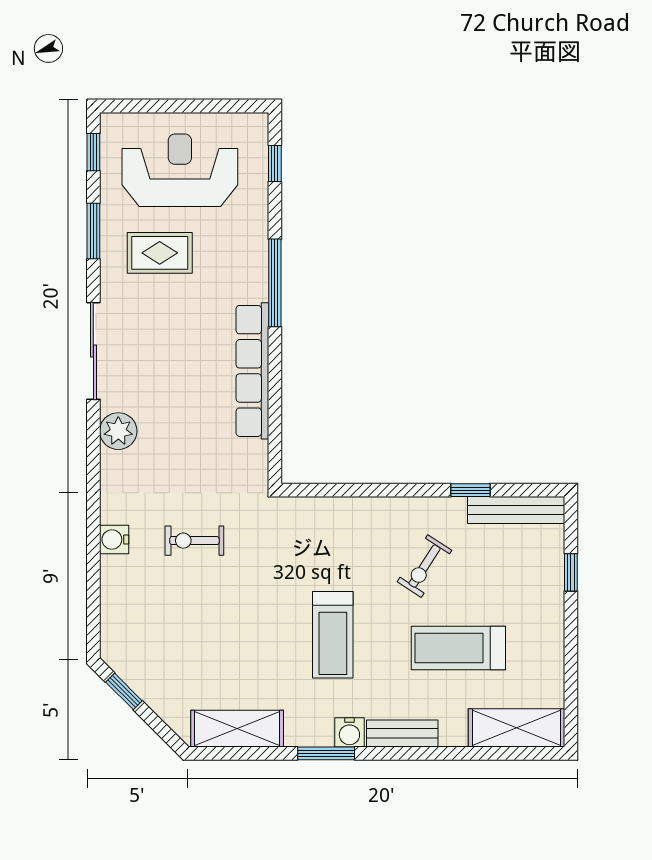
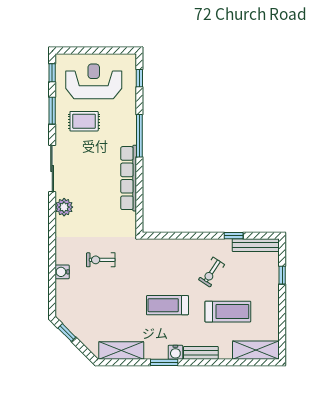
water cooler: (114, 540) -> (62, 272), moved
treadmill: (333, 635) -> (167, 305), turned 90
treadmill: (458, 648) -> (228, 312), turned 180

